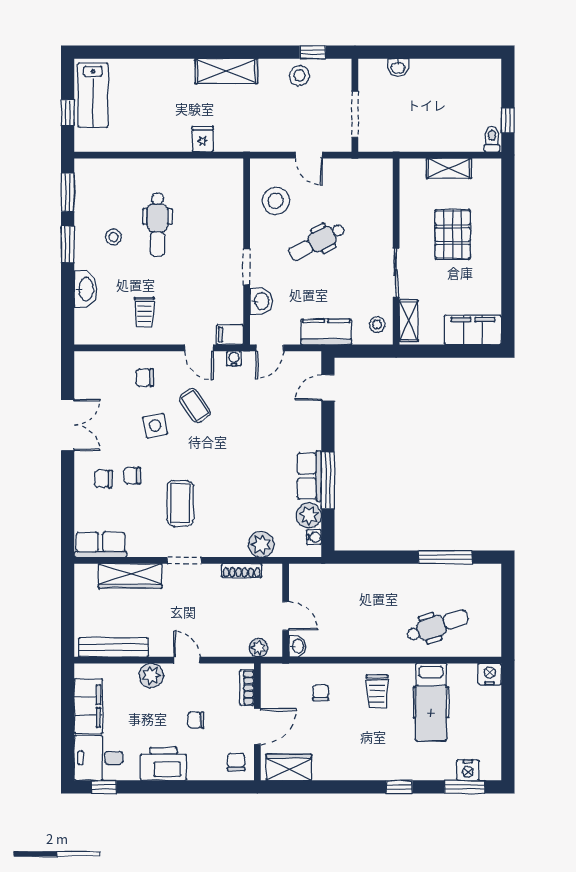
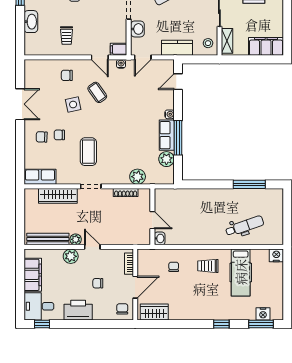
water cooler: (314, 537) -> (170, 114), moved
plant: (258, 648) -> (76, 239), moved
trolley: (377, 691) -> (208, 266), turned 90

